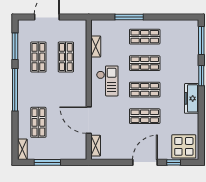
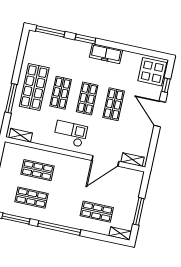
shop shelf: (145, 37) -> (34, 87), width x1.43, depth x1.36
shelving: (96, 46) -> (21, 135), moved

